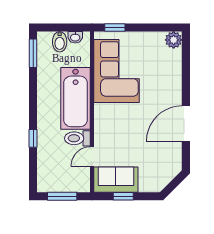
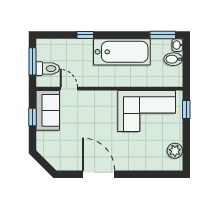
washbasin: (75, 37) -> (177, 45), moved
plant: (174, 40) -> (175, 151), moved
bathtub: (76, 98) -> (122, 52), moved, turned 180
toilet: (77, 138) -> (48, 69), moved, turned 90

